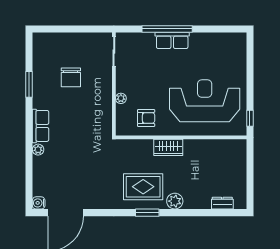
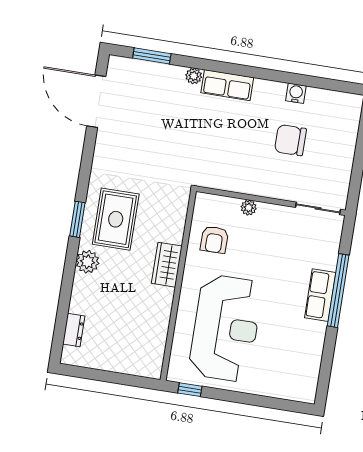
window: (29, 84) -> (152, 56), moved
water cooler: (39, 203) -> (296, 93), moved

